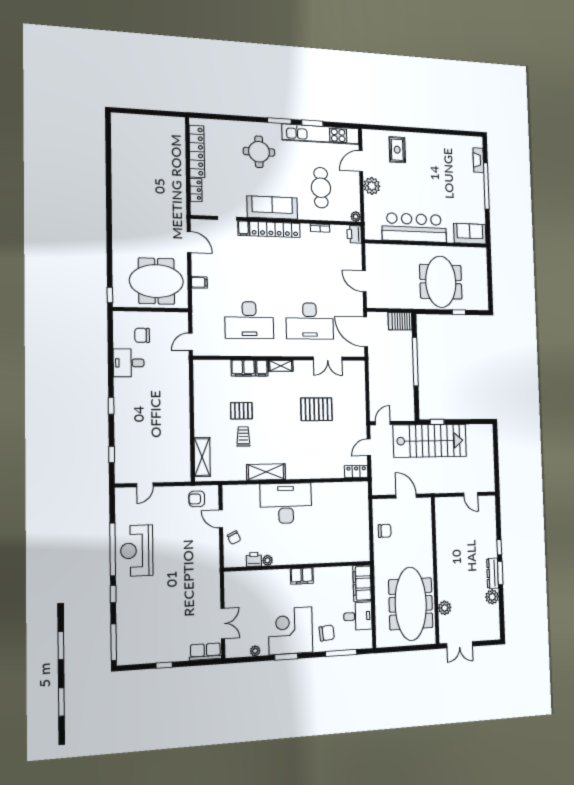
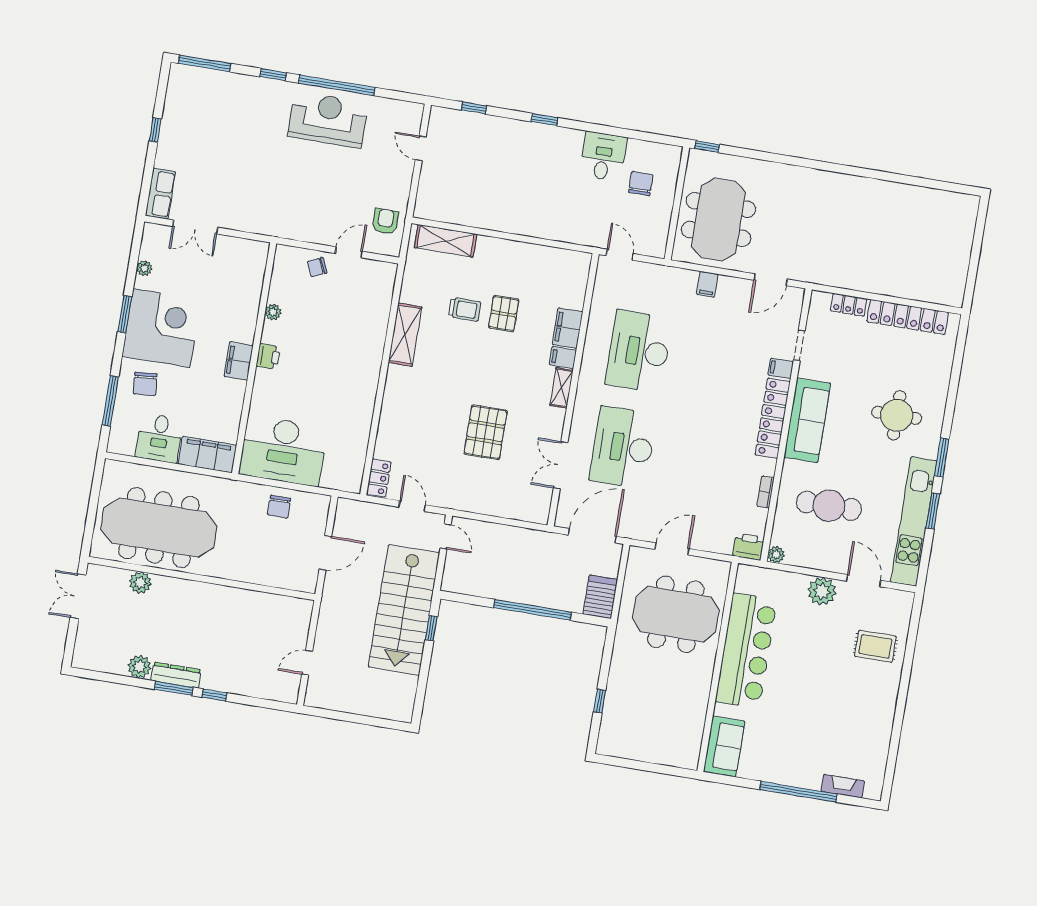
meeting table: (441, 282) -> (676, 614), moved
desk: (286, 503) -> (283, 451), moved, turned 90
printer: (254, 559) -> (268, 356), moved

